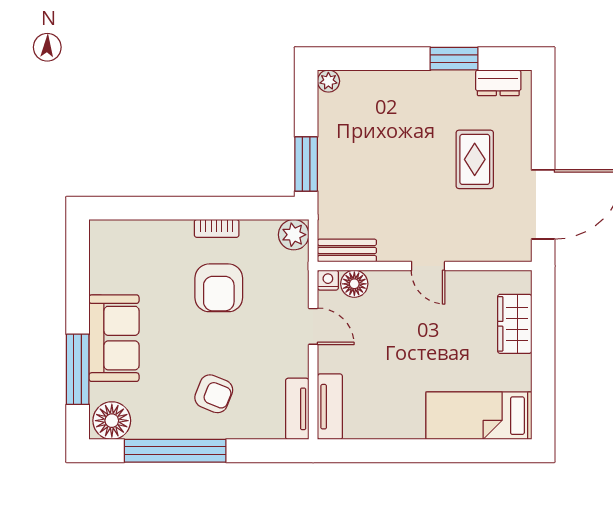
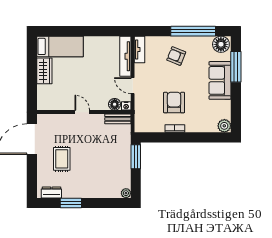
plant: (294, 235) -> (224, 126), moved
wardrobe: (515, 324) -> (44, 71), moved
tv unit: (330, 407) -> (125, 56), width x1.41

